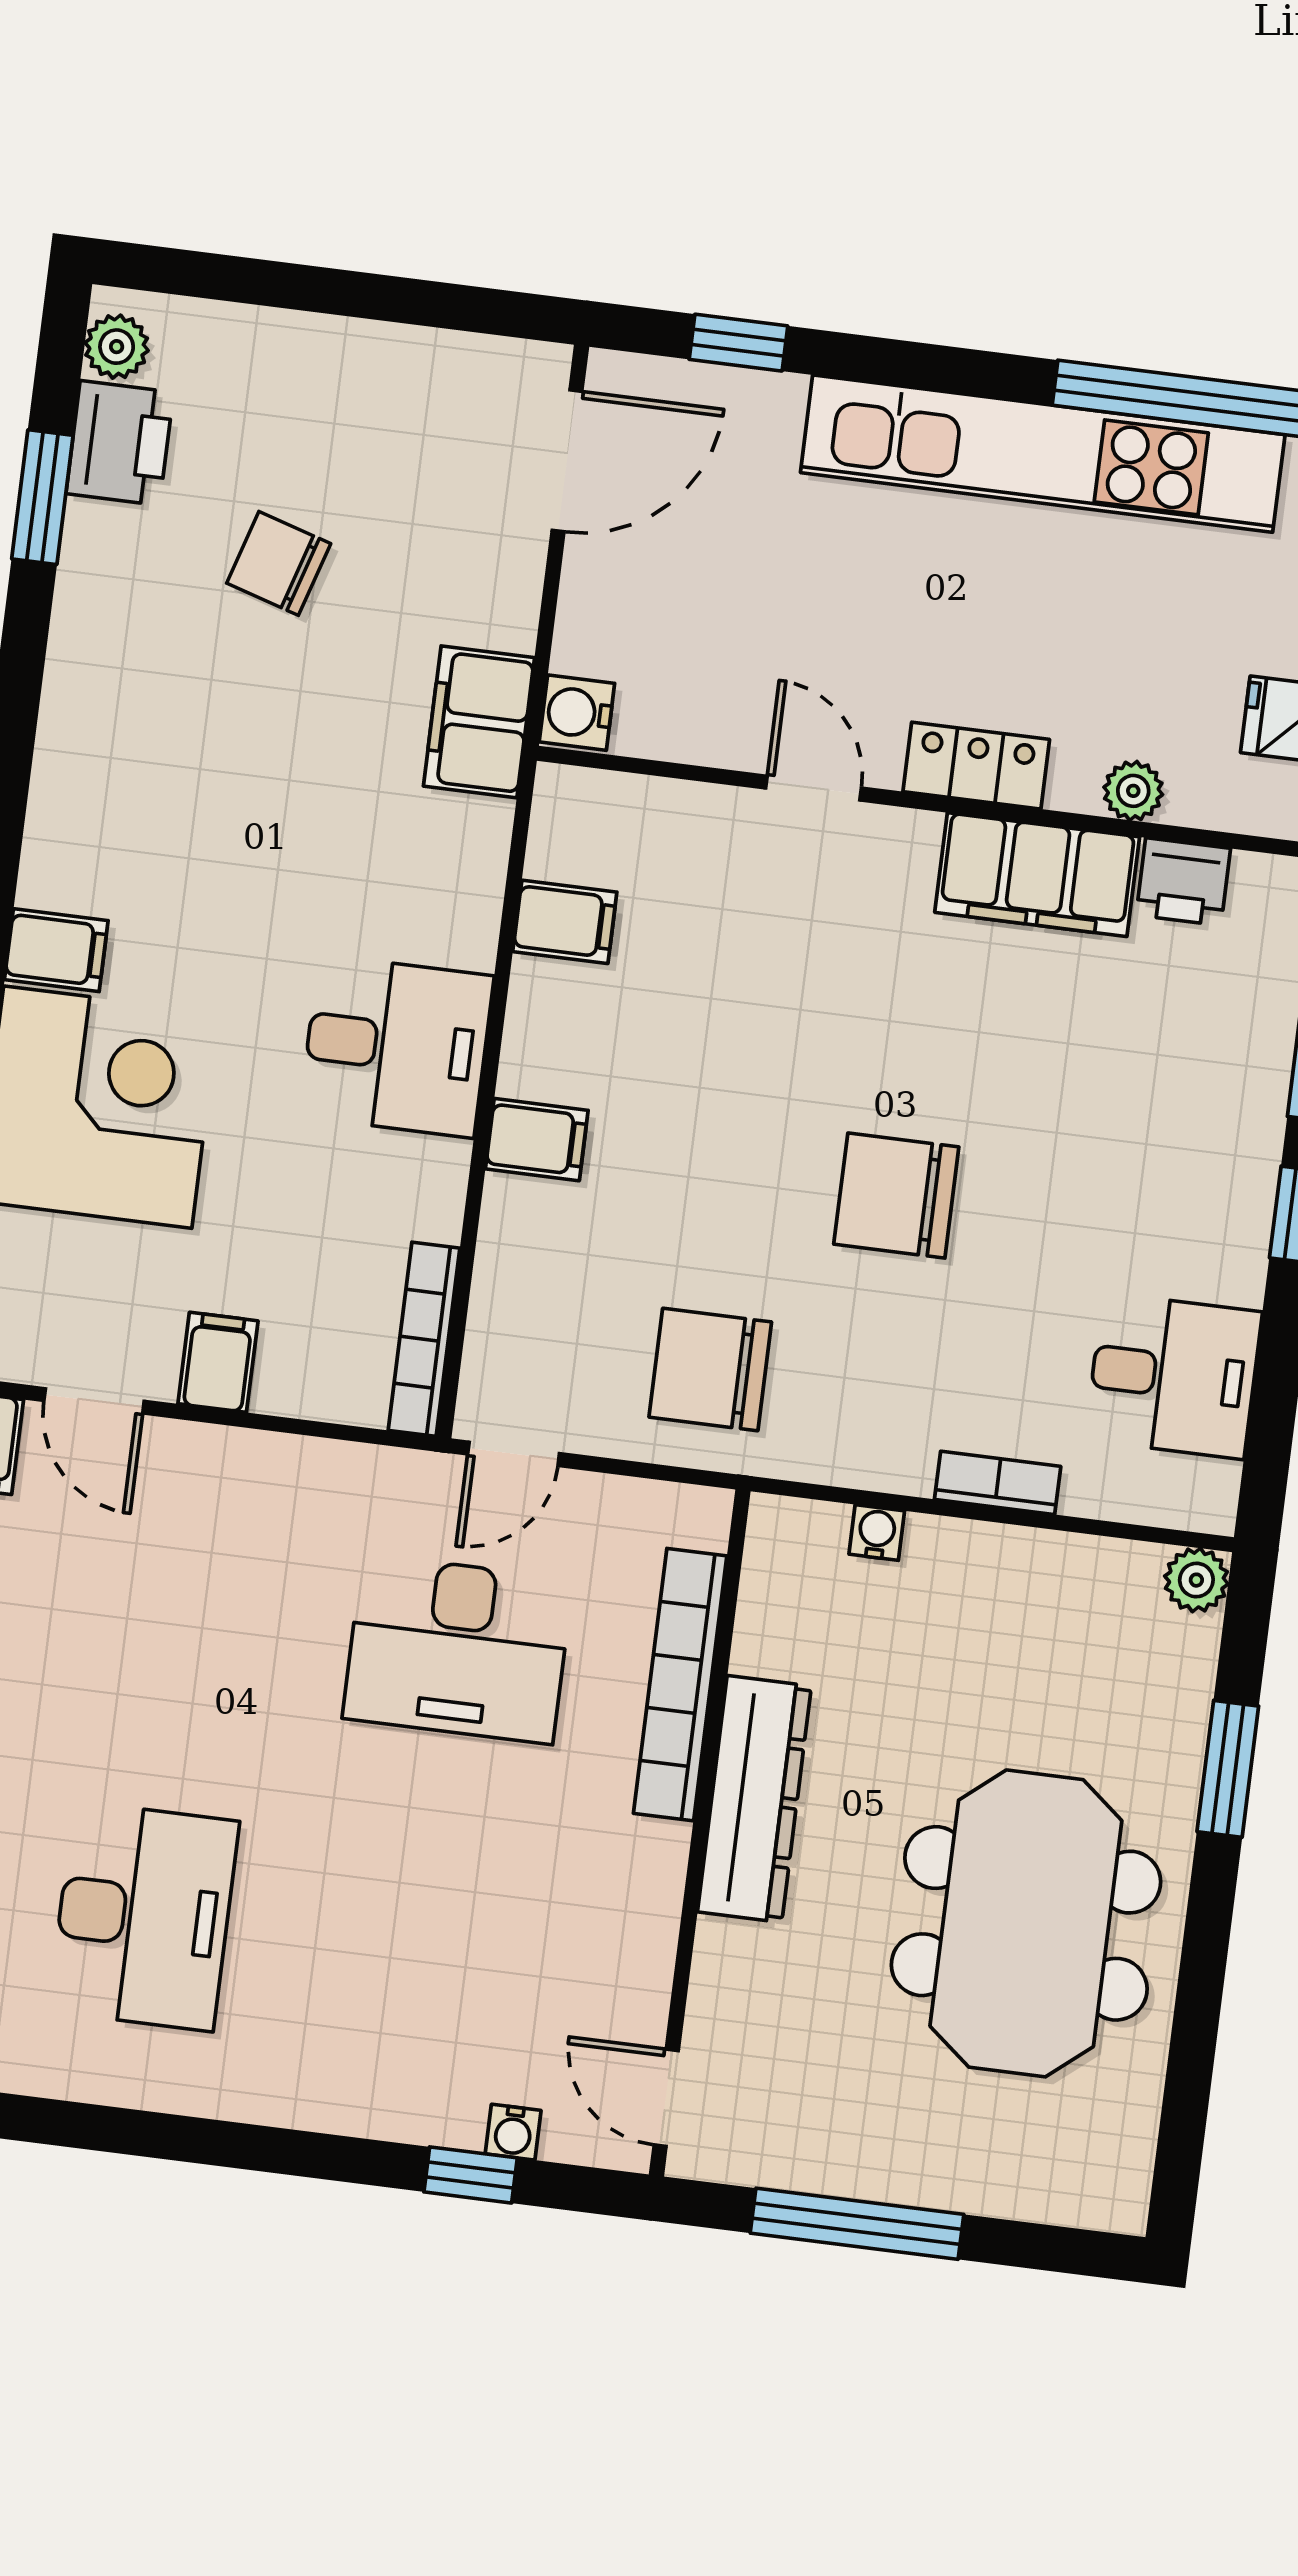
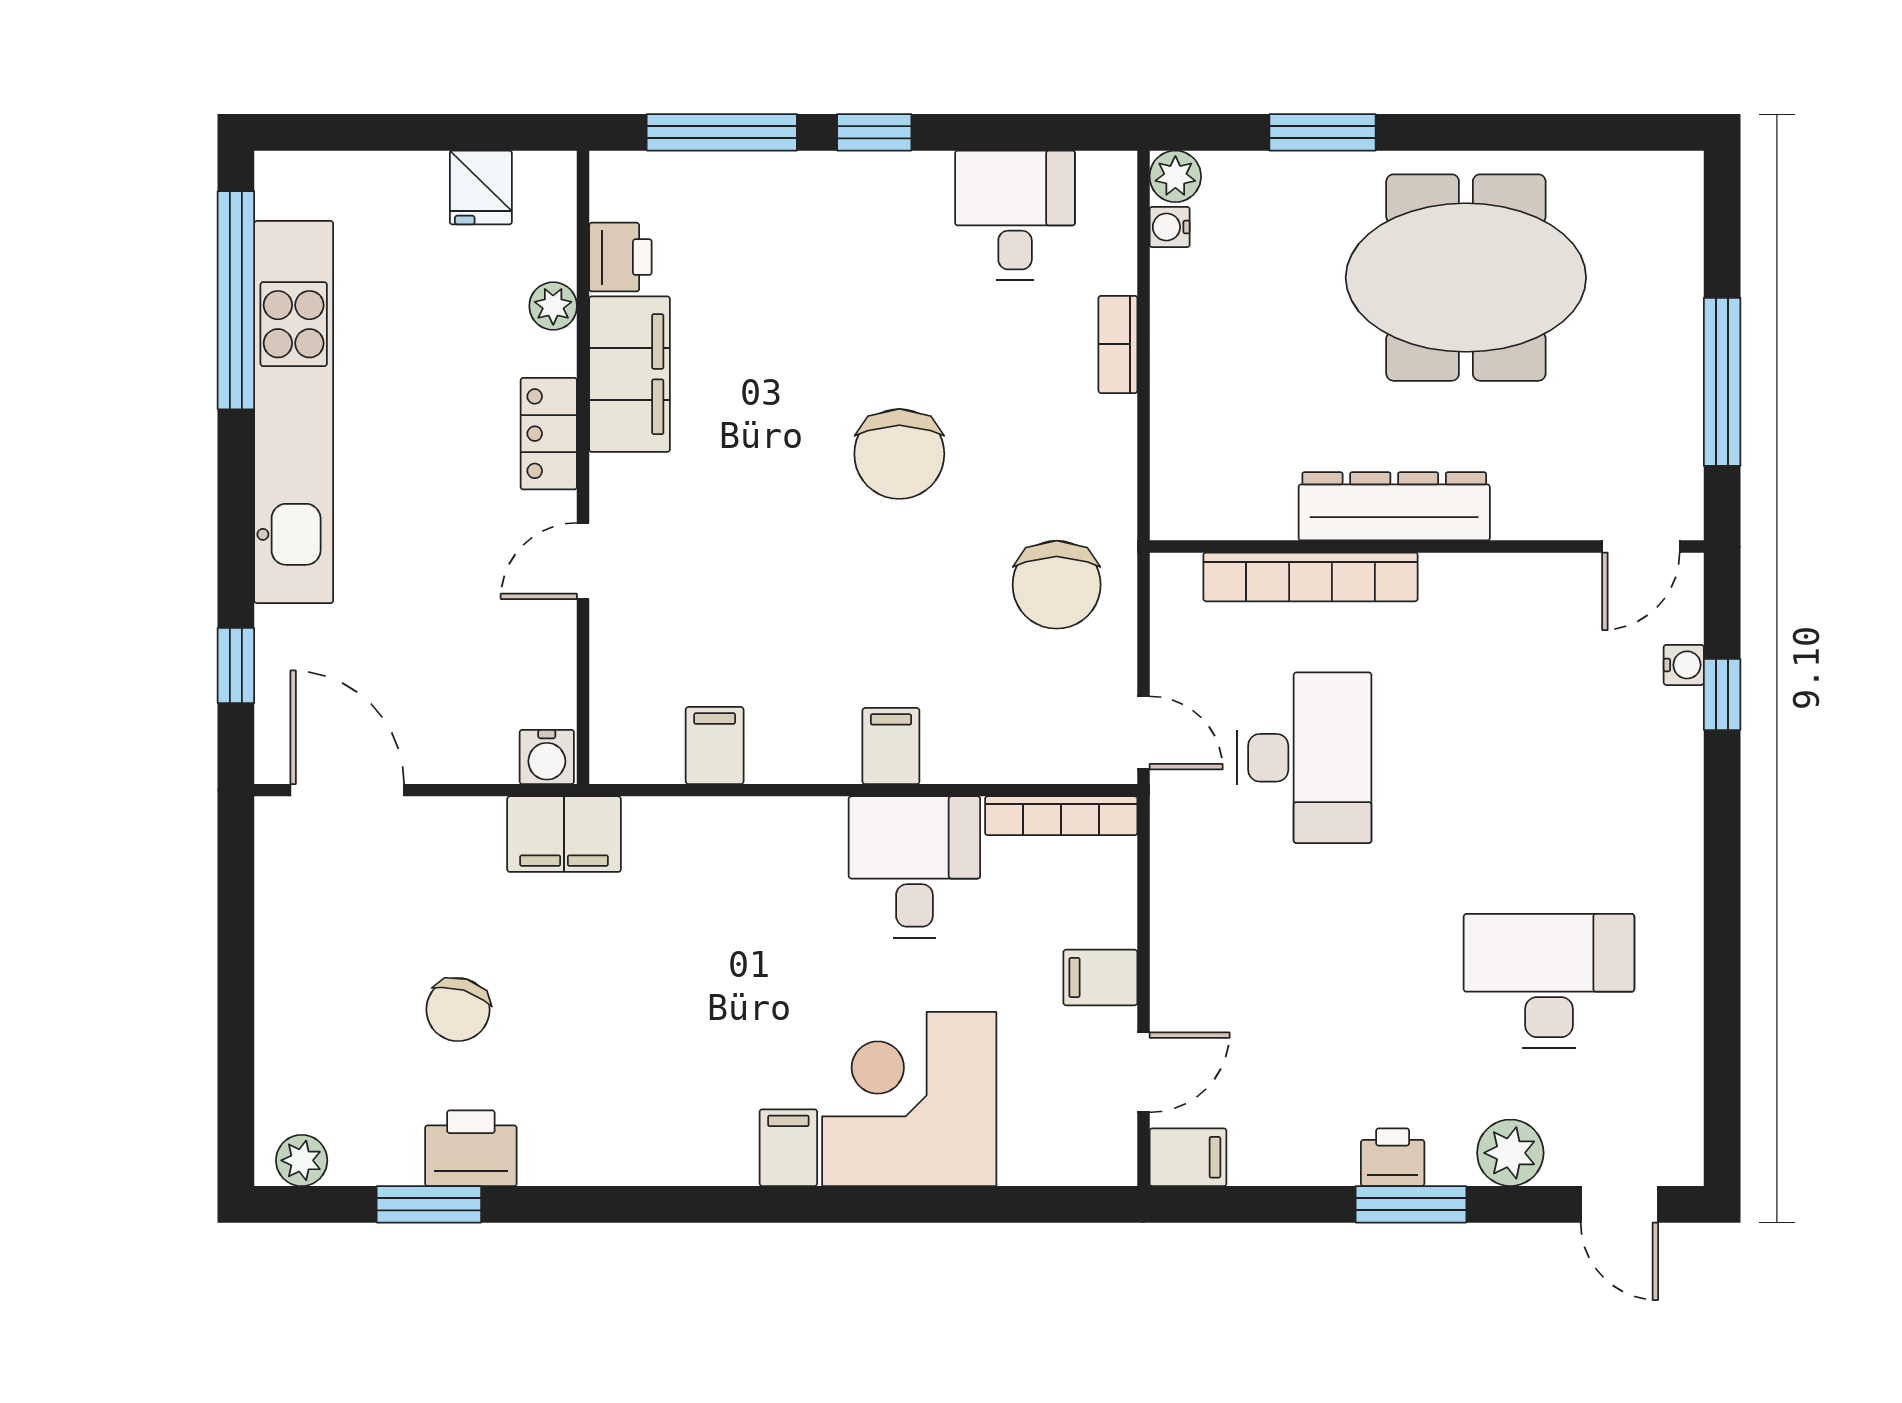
printer: (120, 443) -> (471, 1148), moved
desk: (396, 1046) -> (914, 867), moved
water cooler: (877, 1533) -> (1170, 227), moved

